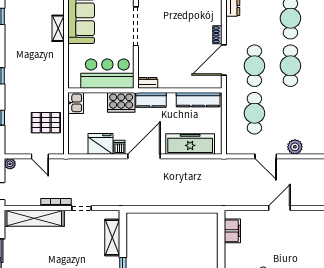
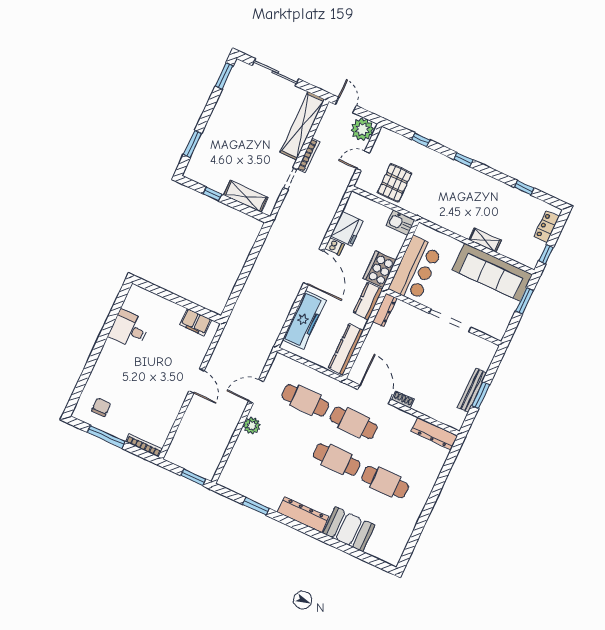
dresser: (148, 83) -> (385, 310), width x1.44
plant: (10, 164) -> (362, 129), width x1.88, depth x1.88

